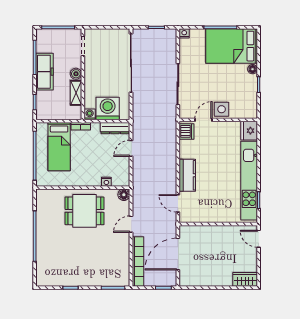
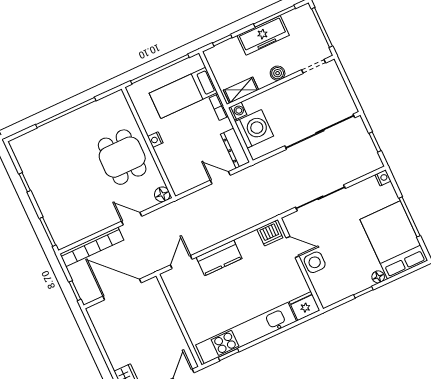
shelving: (76, 93) -> (241, 90), moved
nightstand: (106, 182) -> (155, 140), moved

